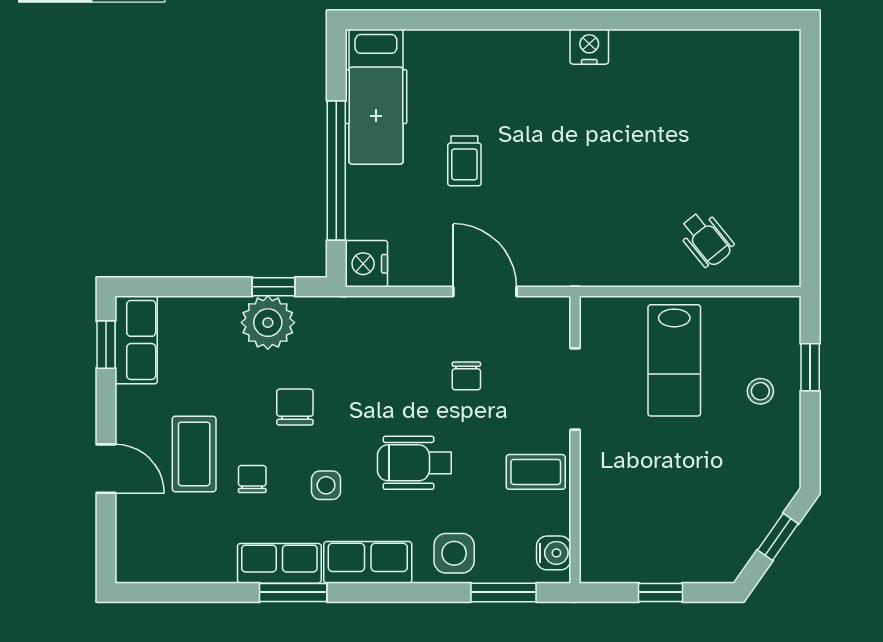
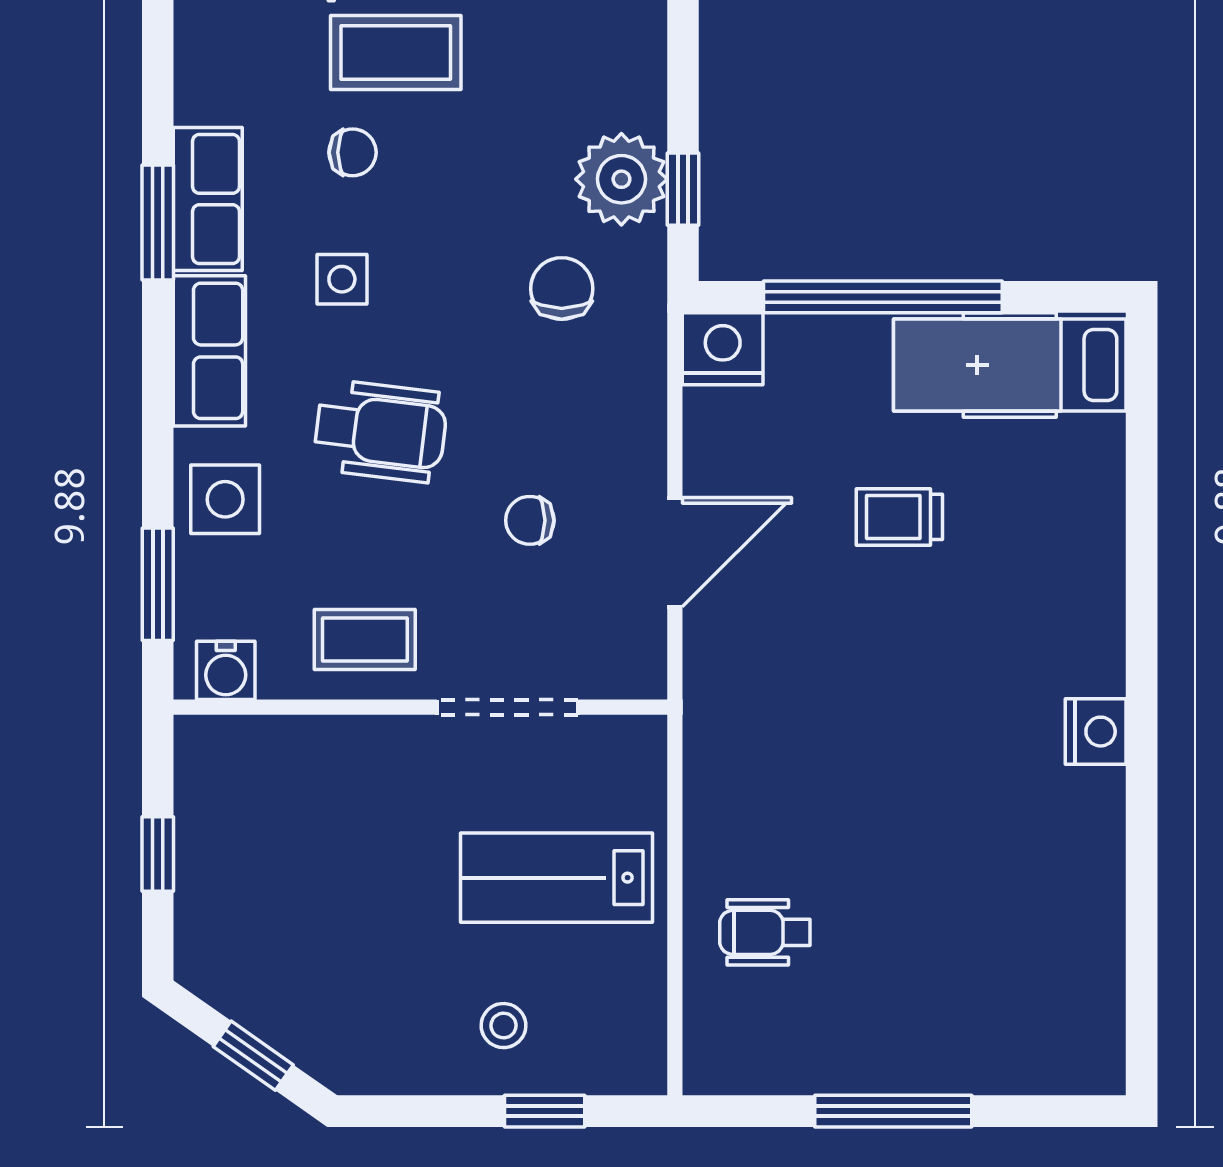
window: (810, 164) -> (893, 1111), added
wheelchair: (706, 239) -> (765, 932), turned 39
chair: (295, 407) -> (562, 289), moved, turned -90
wheelchair: (414, 463) -> (380, 431), turned 97
coffee table: (536, 472) -> (365, 640), turned 90

